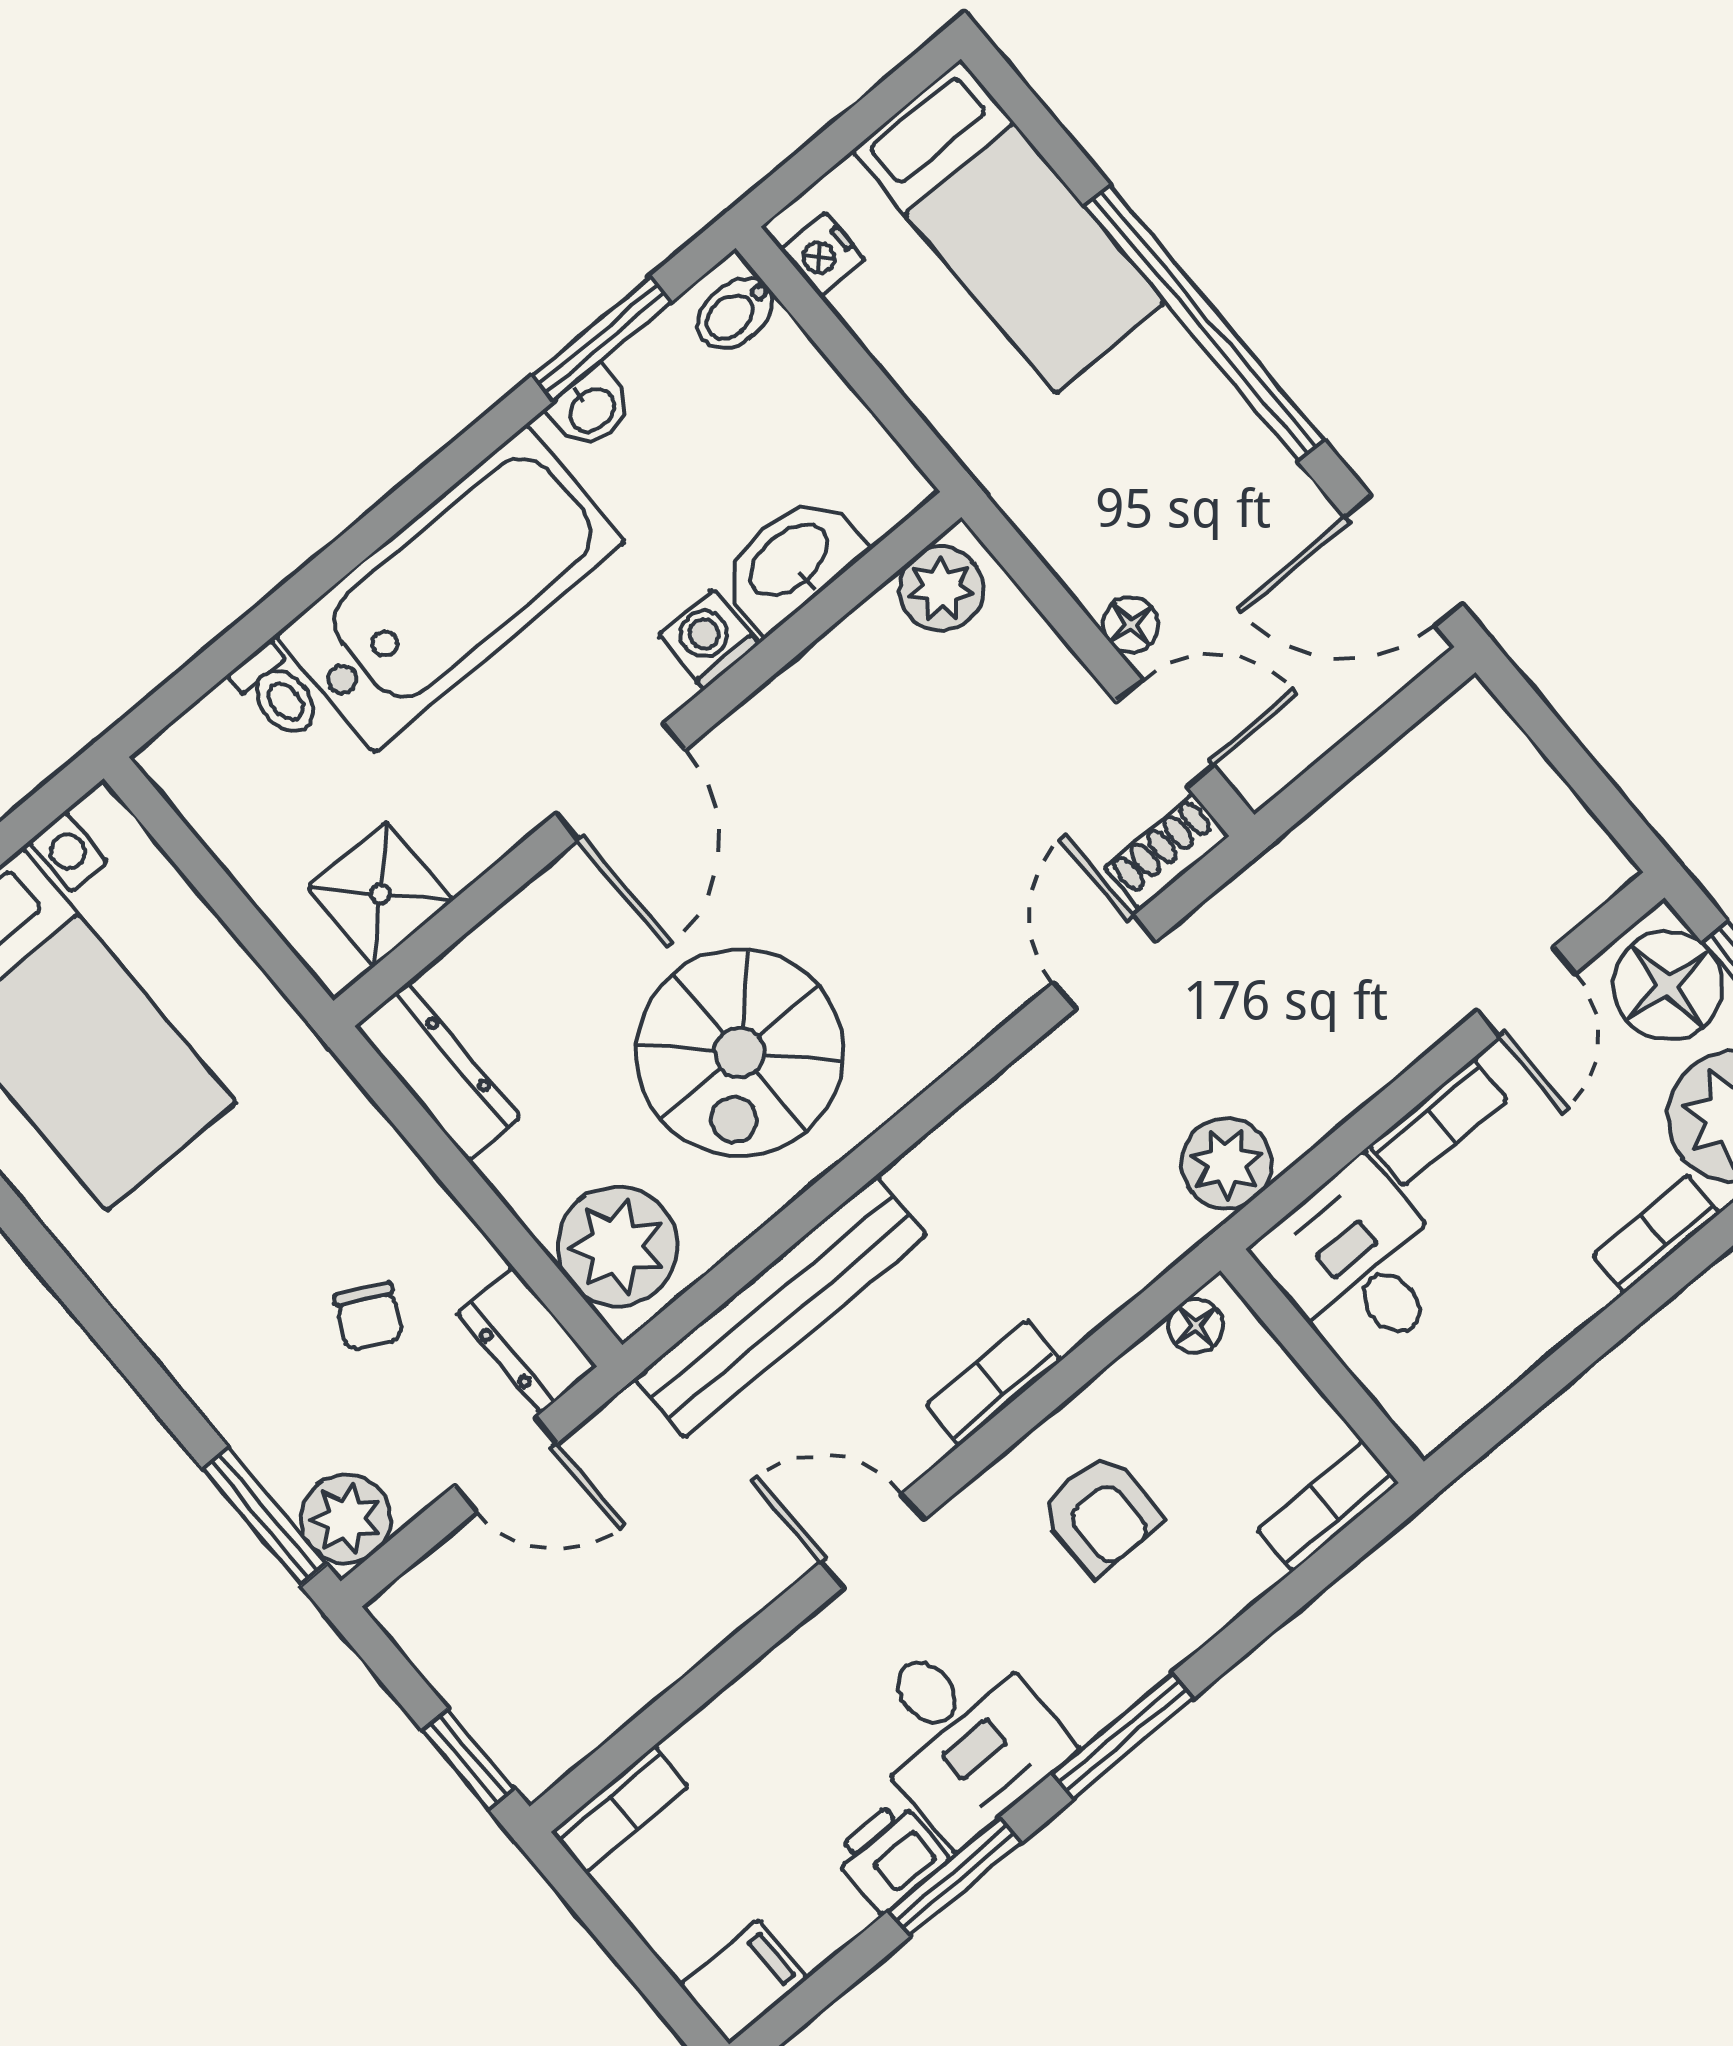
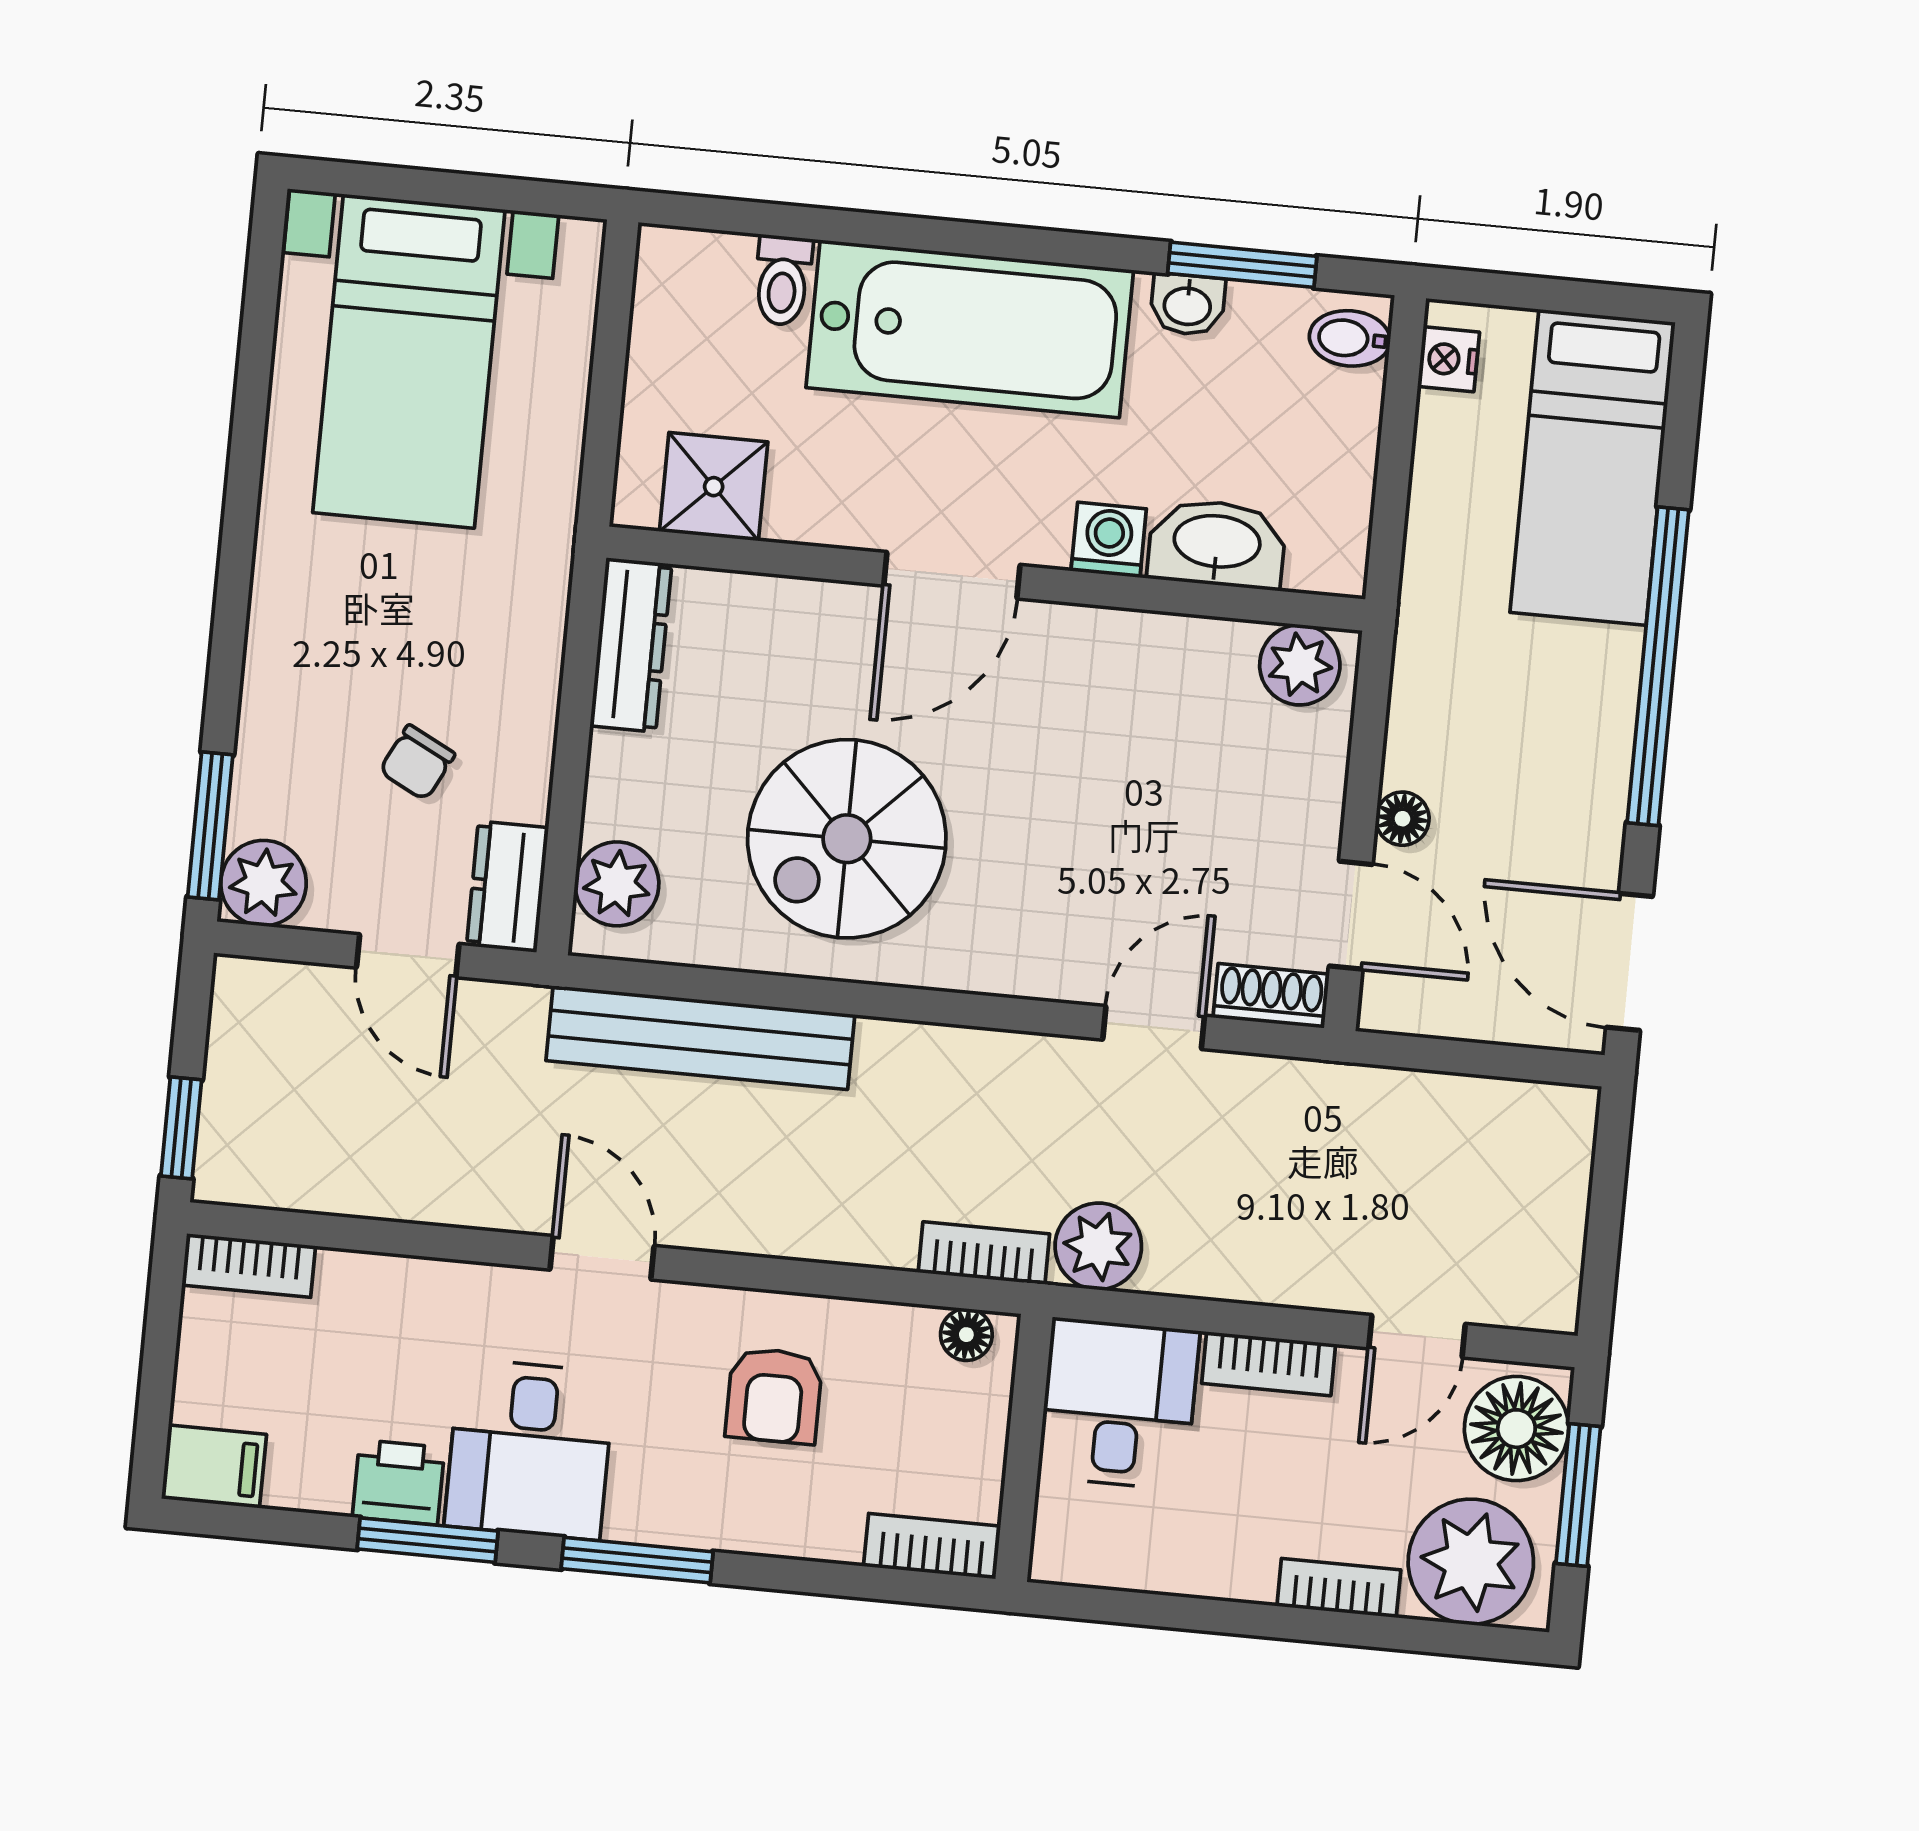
plant: (617, 1246) -> (617, 884), width x0.73, depth x0.73
bookcase: (994, 1383) -> (984, 1253), moved

